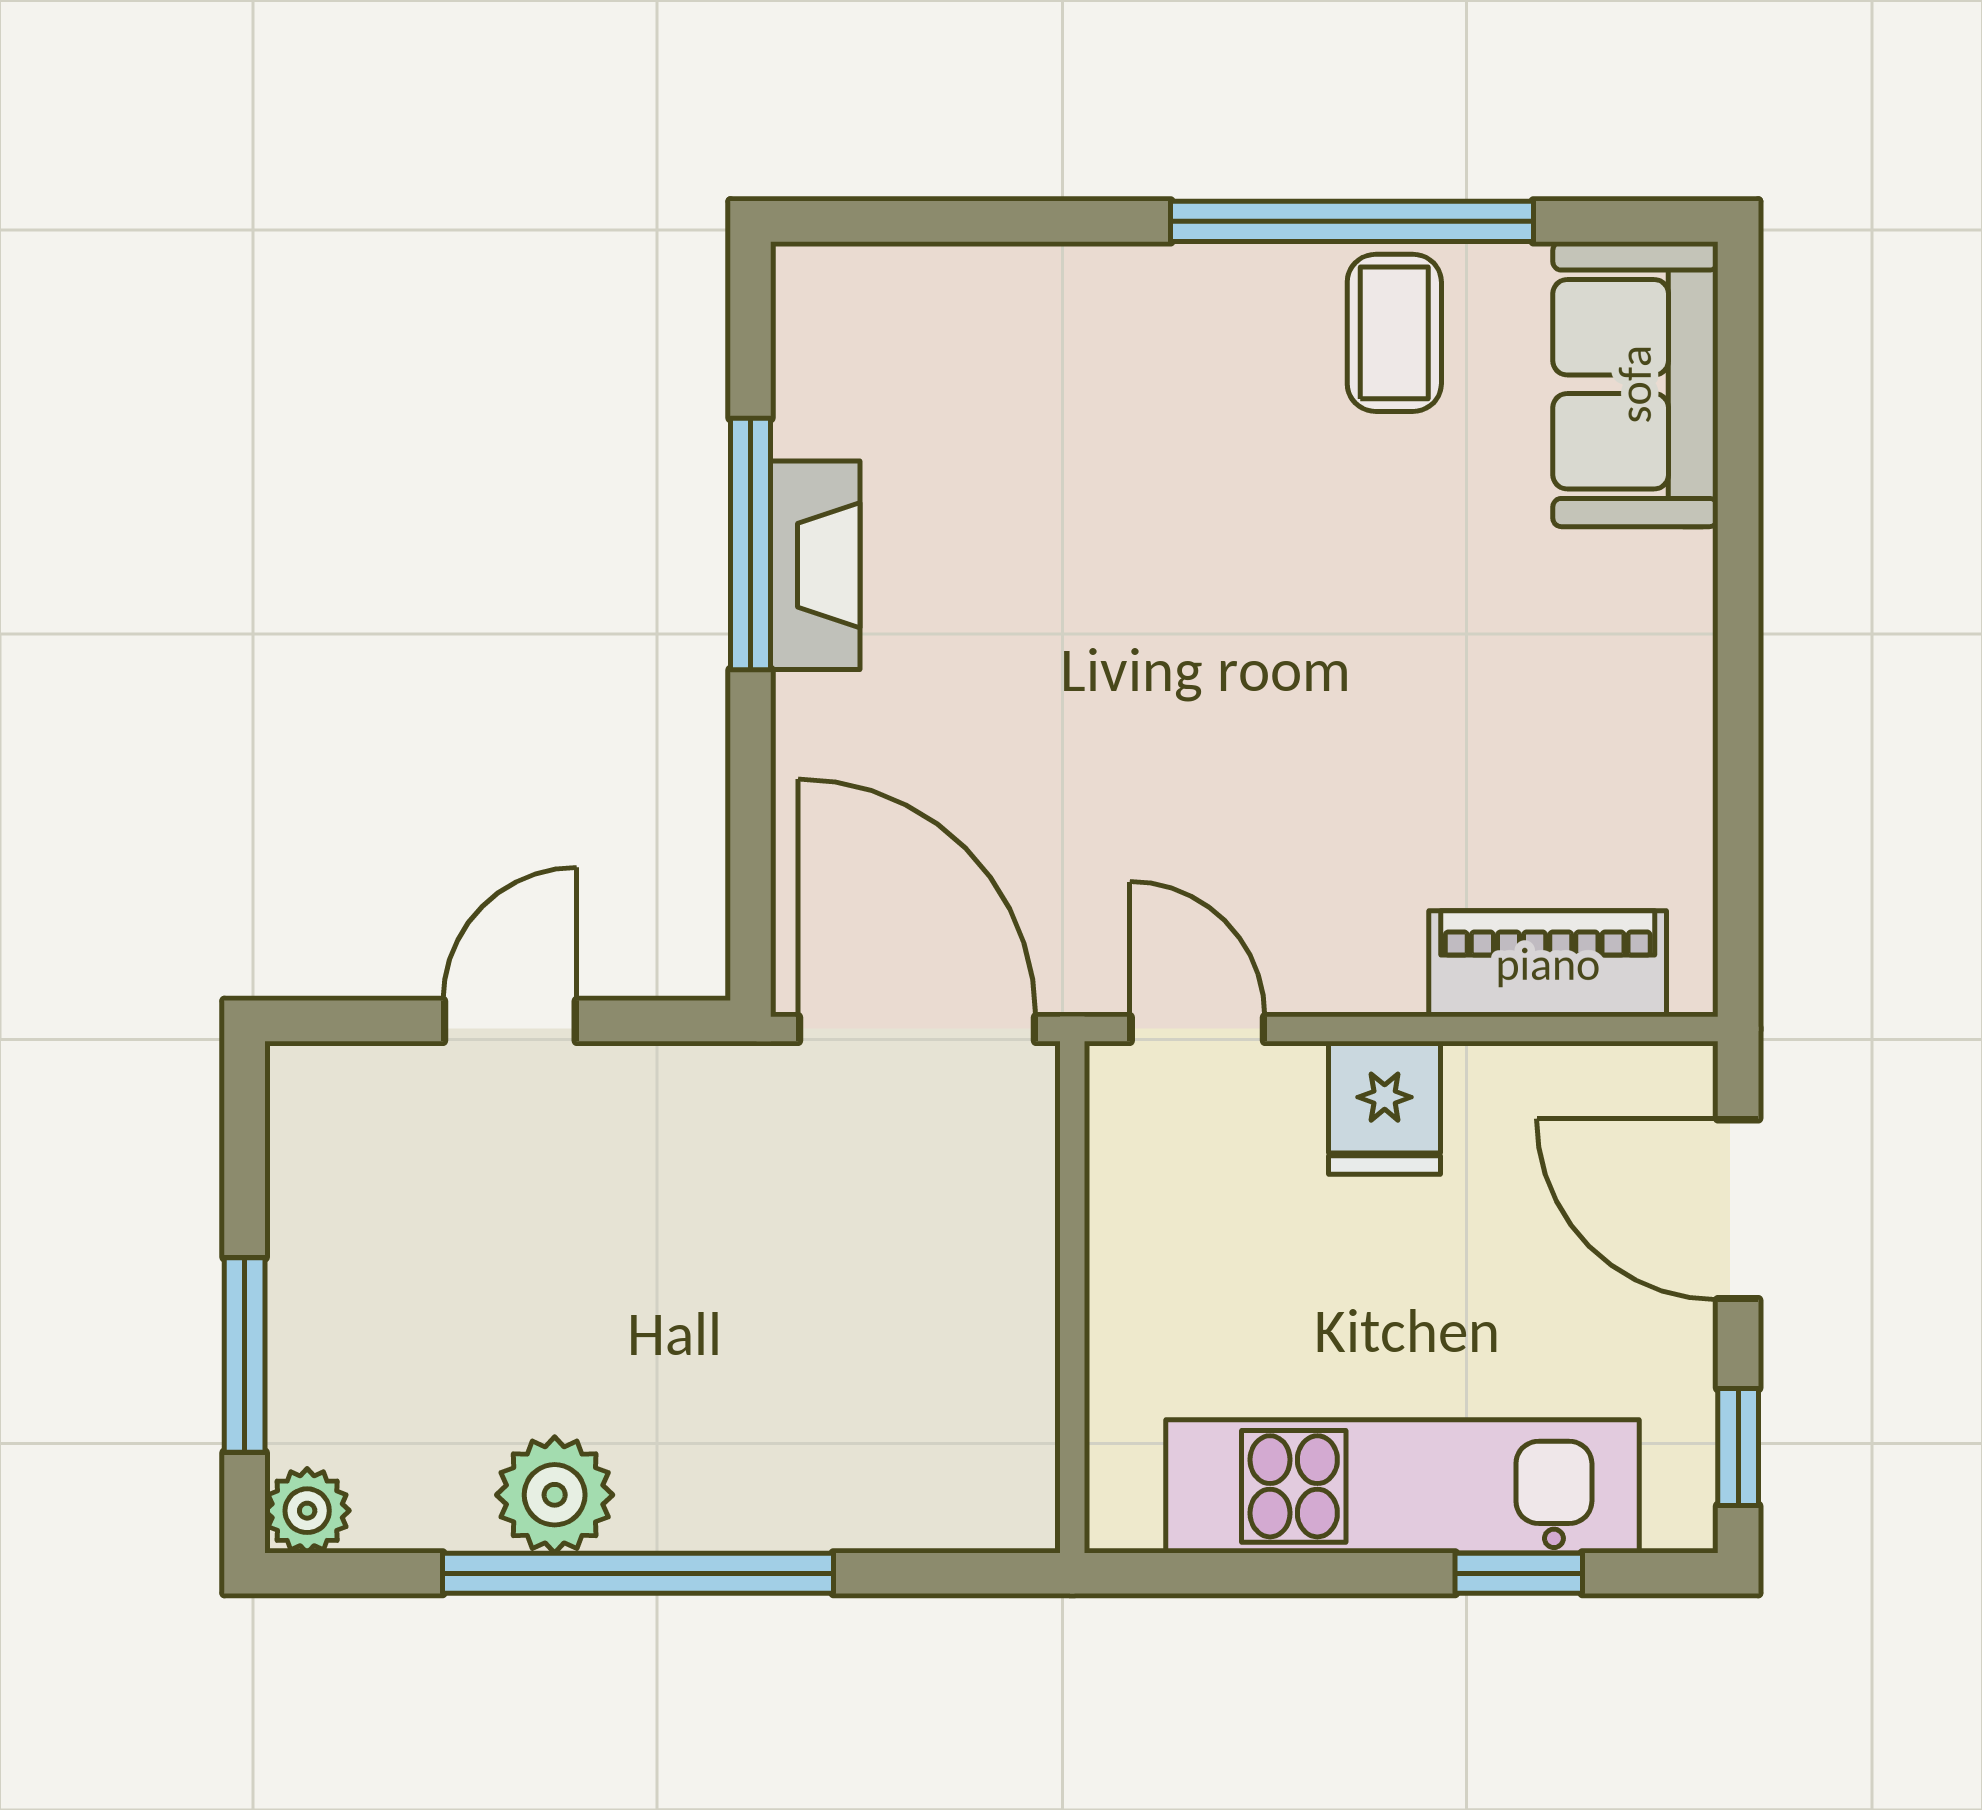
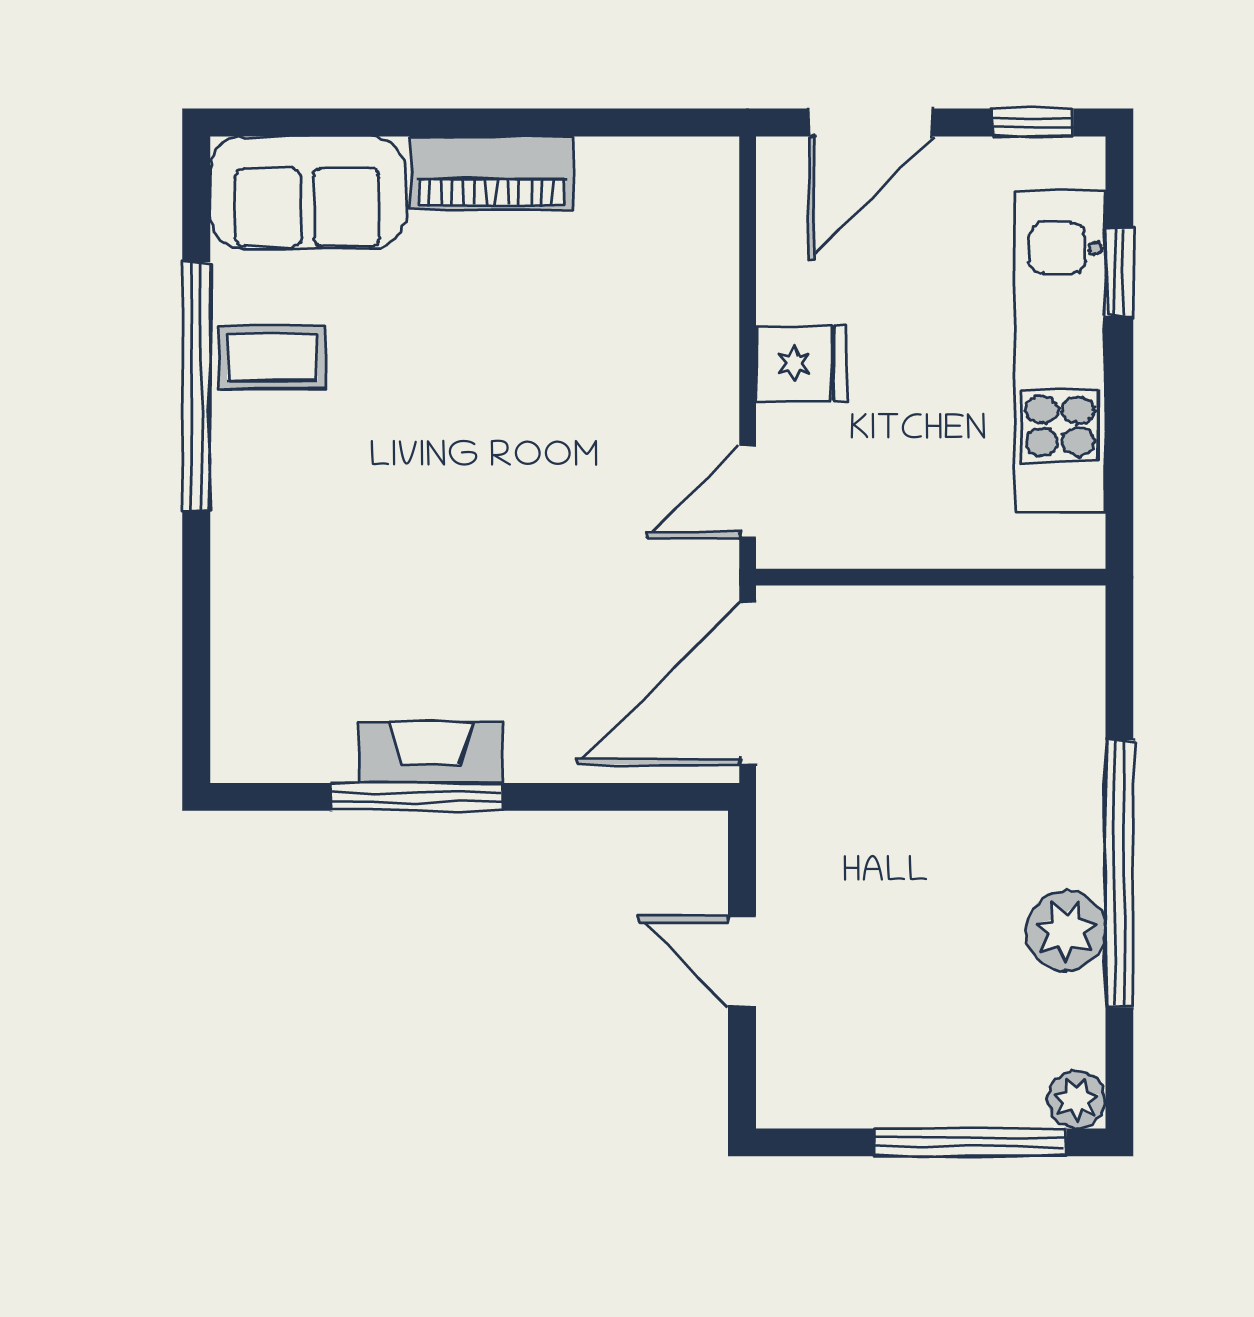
piano: (1548, 964) -> (491, 173), moved, turned -90
window: (245, 1355) -> (970, 1142), width x1.44

